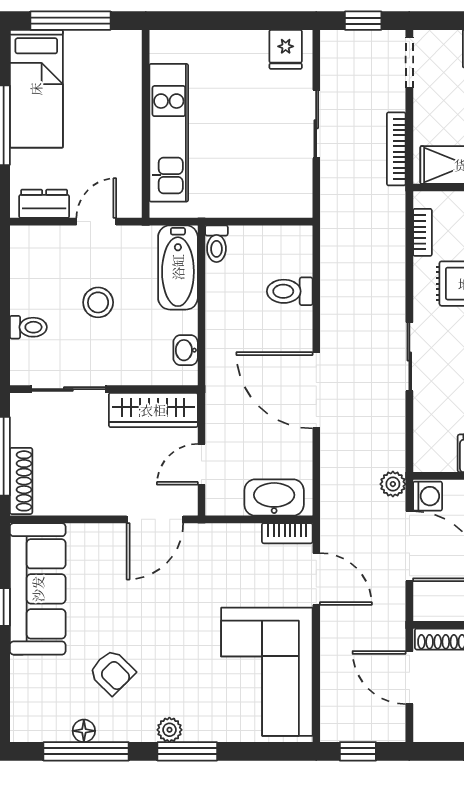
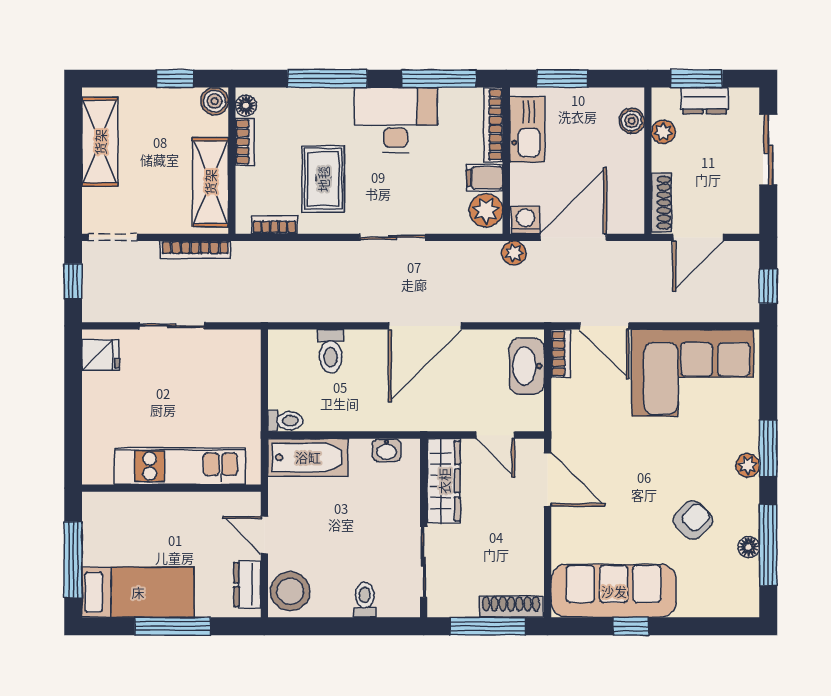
stool: (98, 302) -> (290, 591), moved, width x1.38, depth x1.38
plant: (438, 455) -> (486, 210), added
door: (316, 579) -> (604, 326), swing flipped

